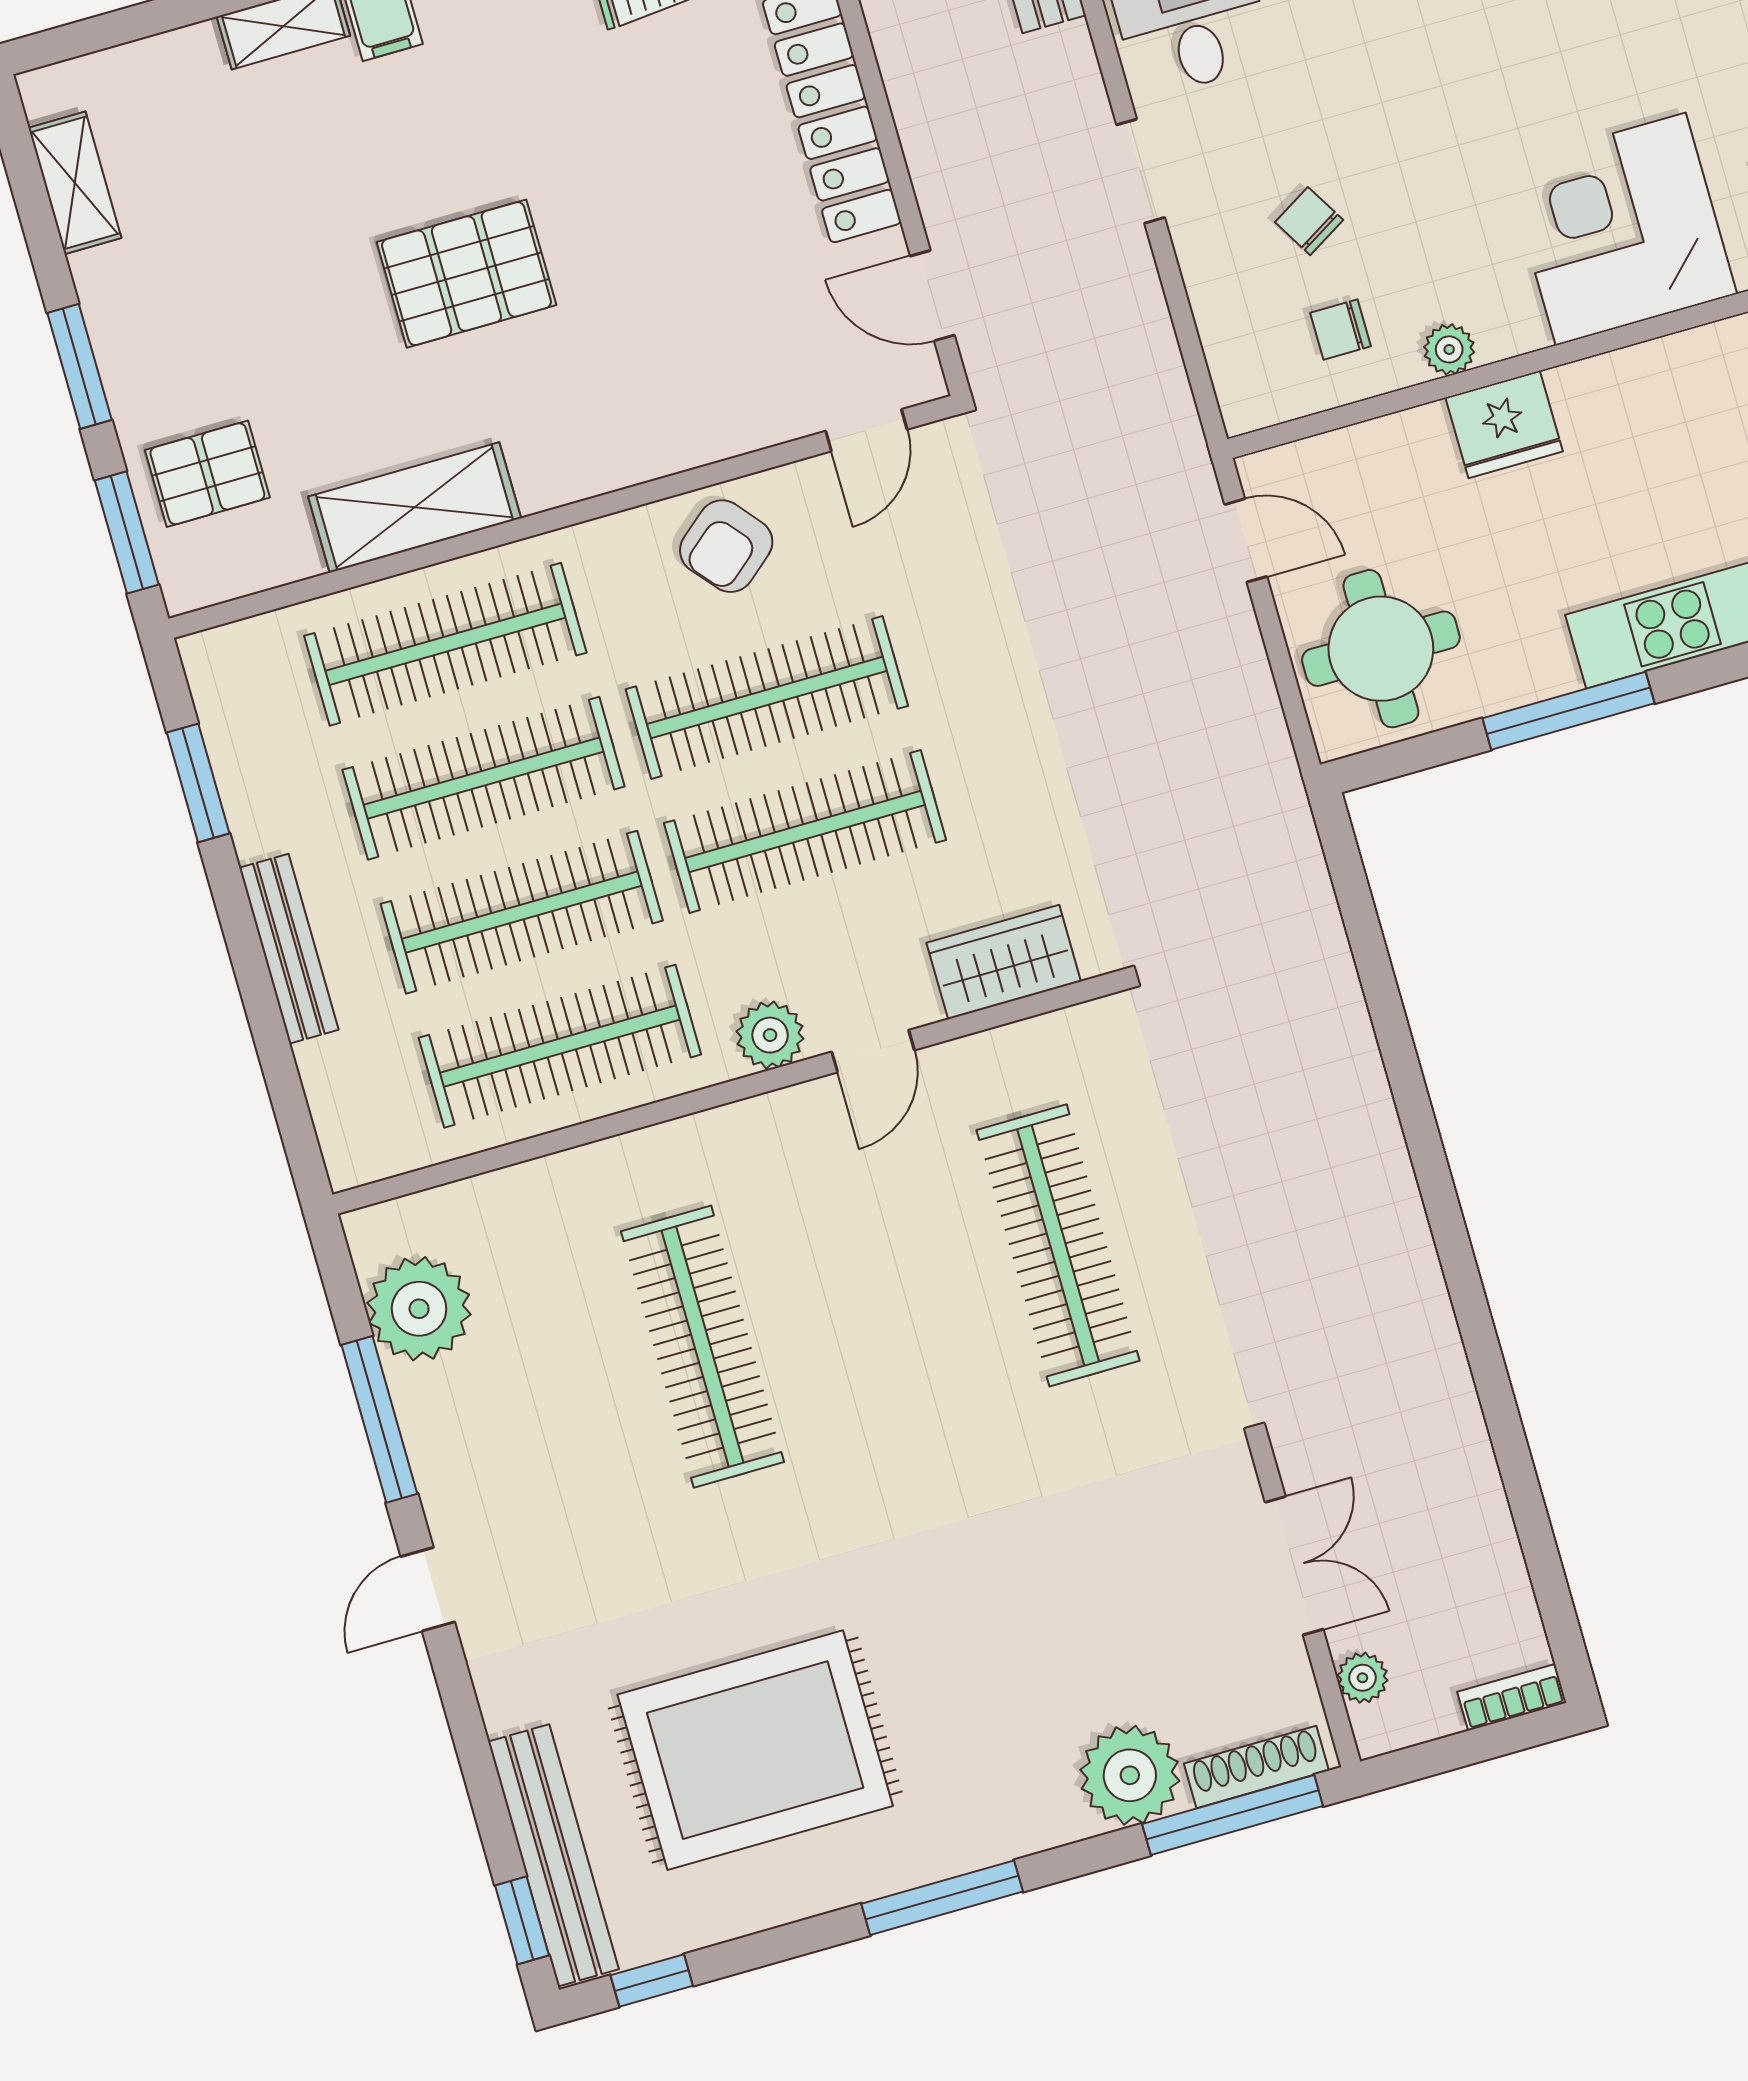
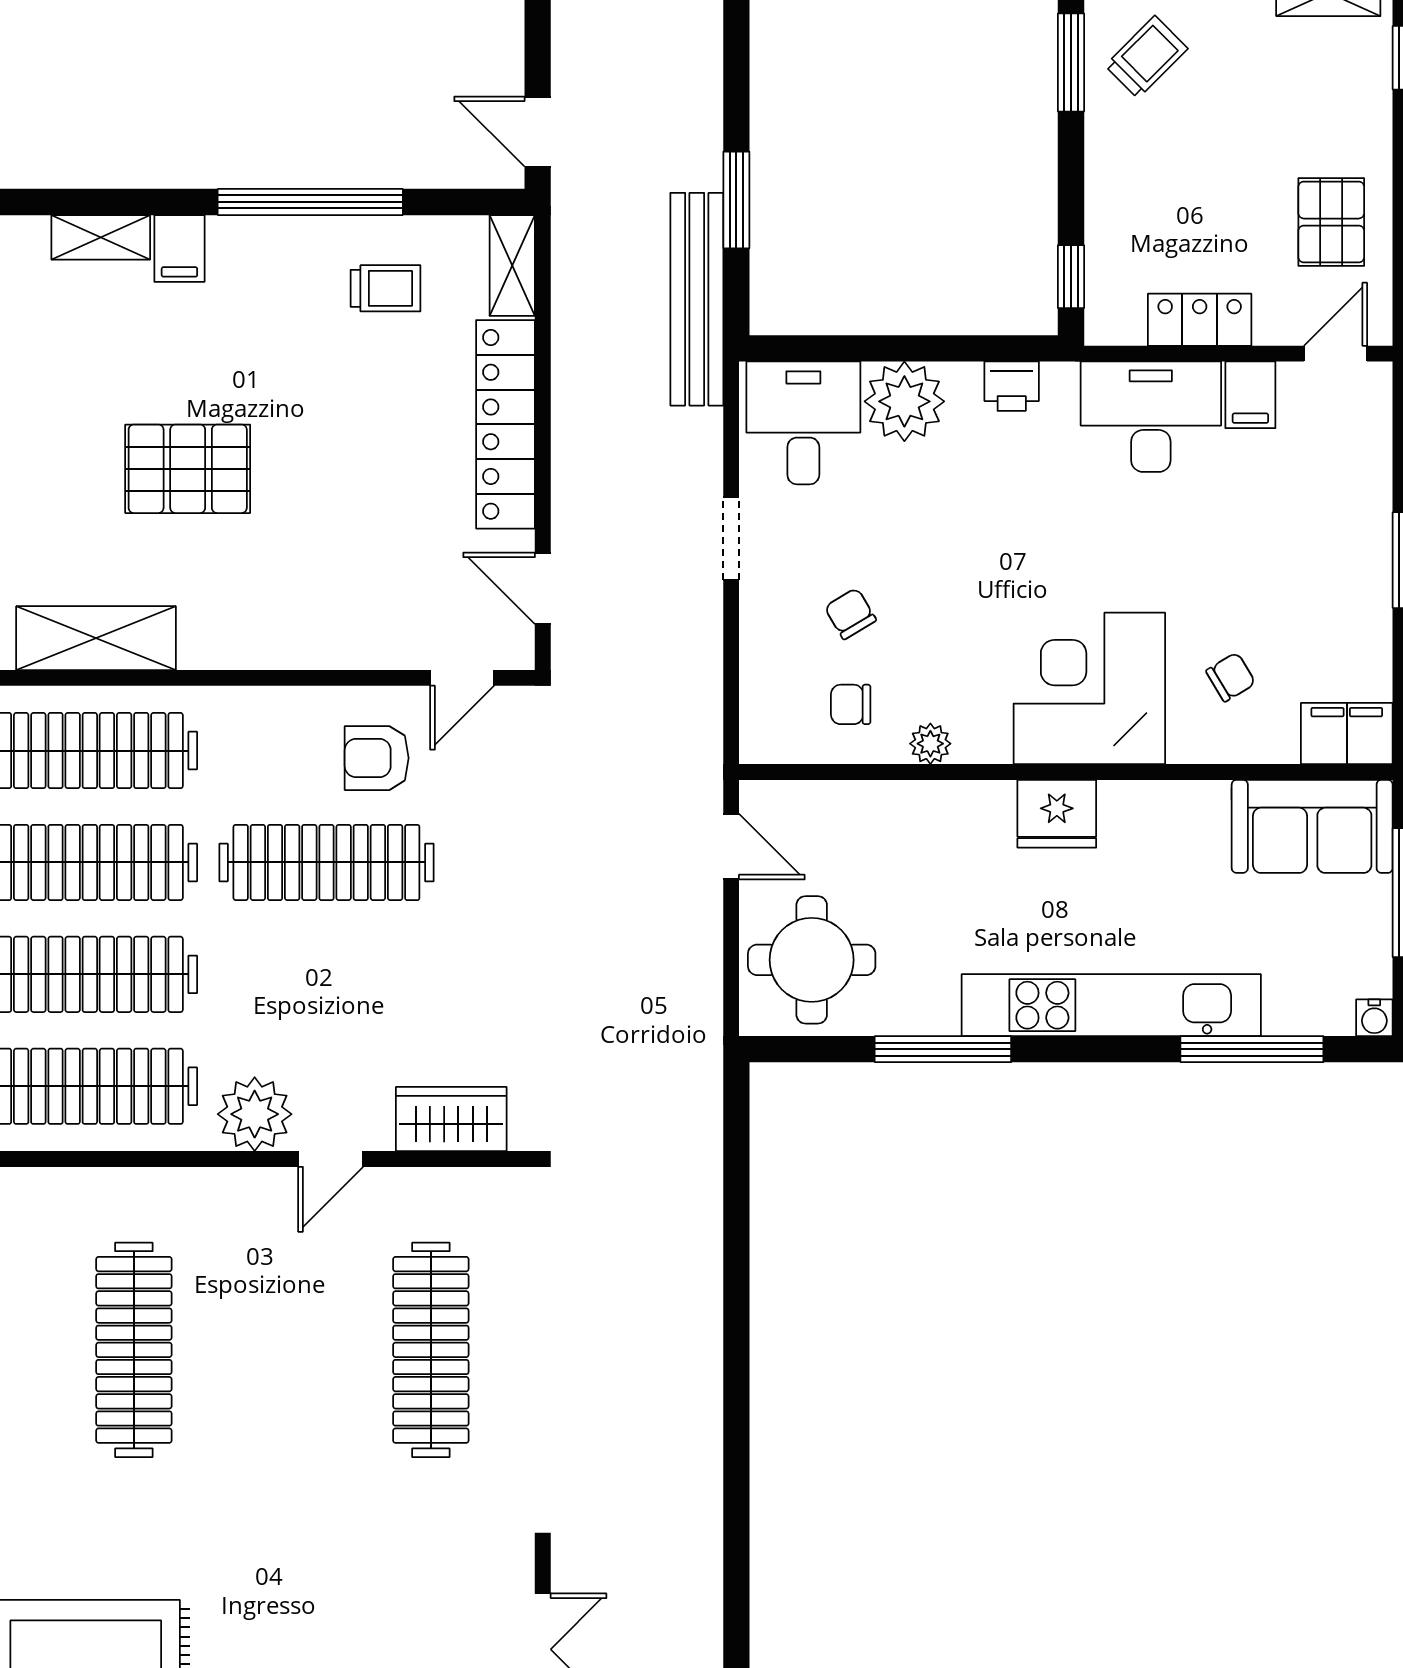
fridge: (1504, 424) -> (1057, 814), moved
armchair: (726, 546) -> (377, 758), moved, turned 40
clothes rail: (805, 831) -> (326, 974), removed
plant: (770, 1035) -> (255, 1114), width x1.36, depth x1.36

